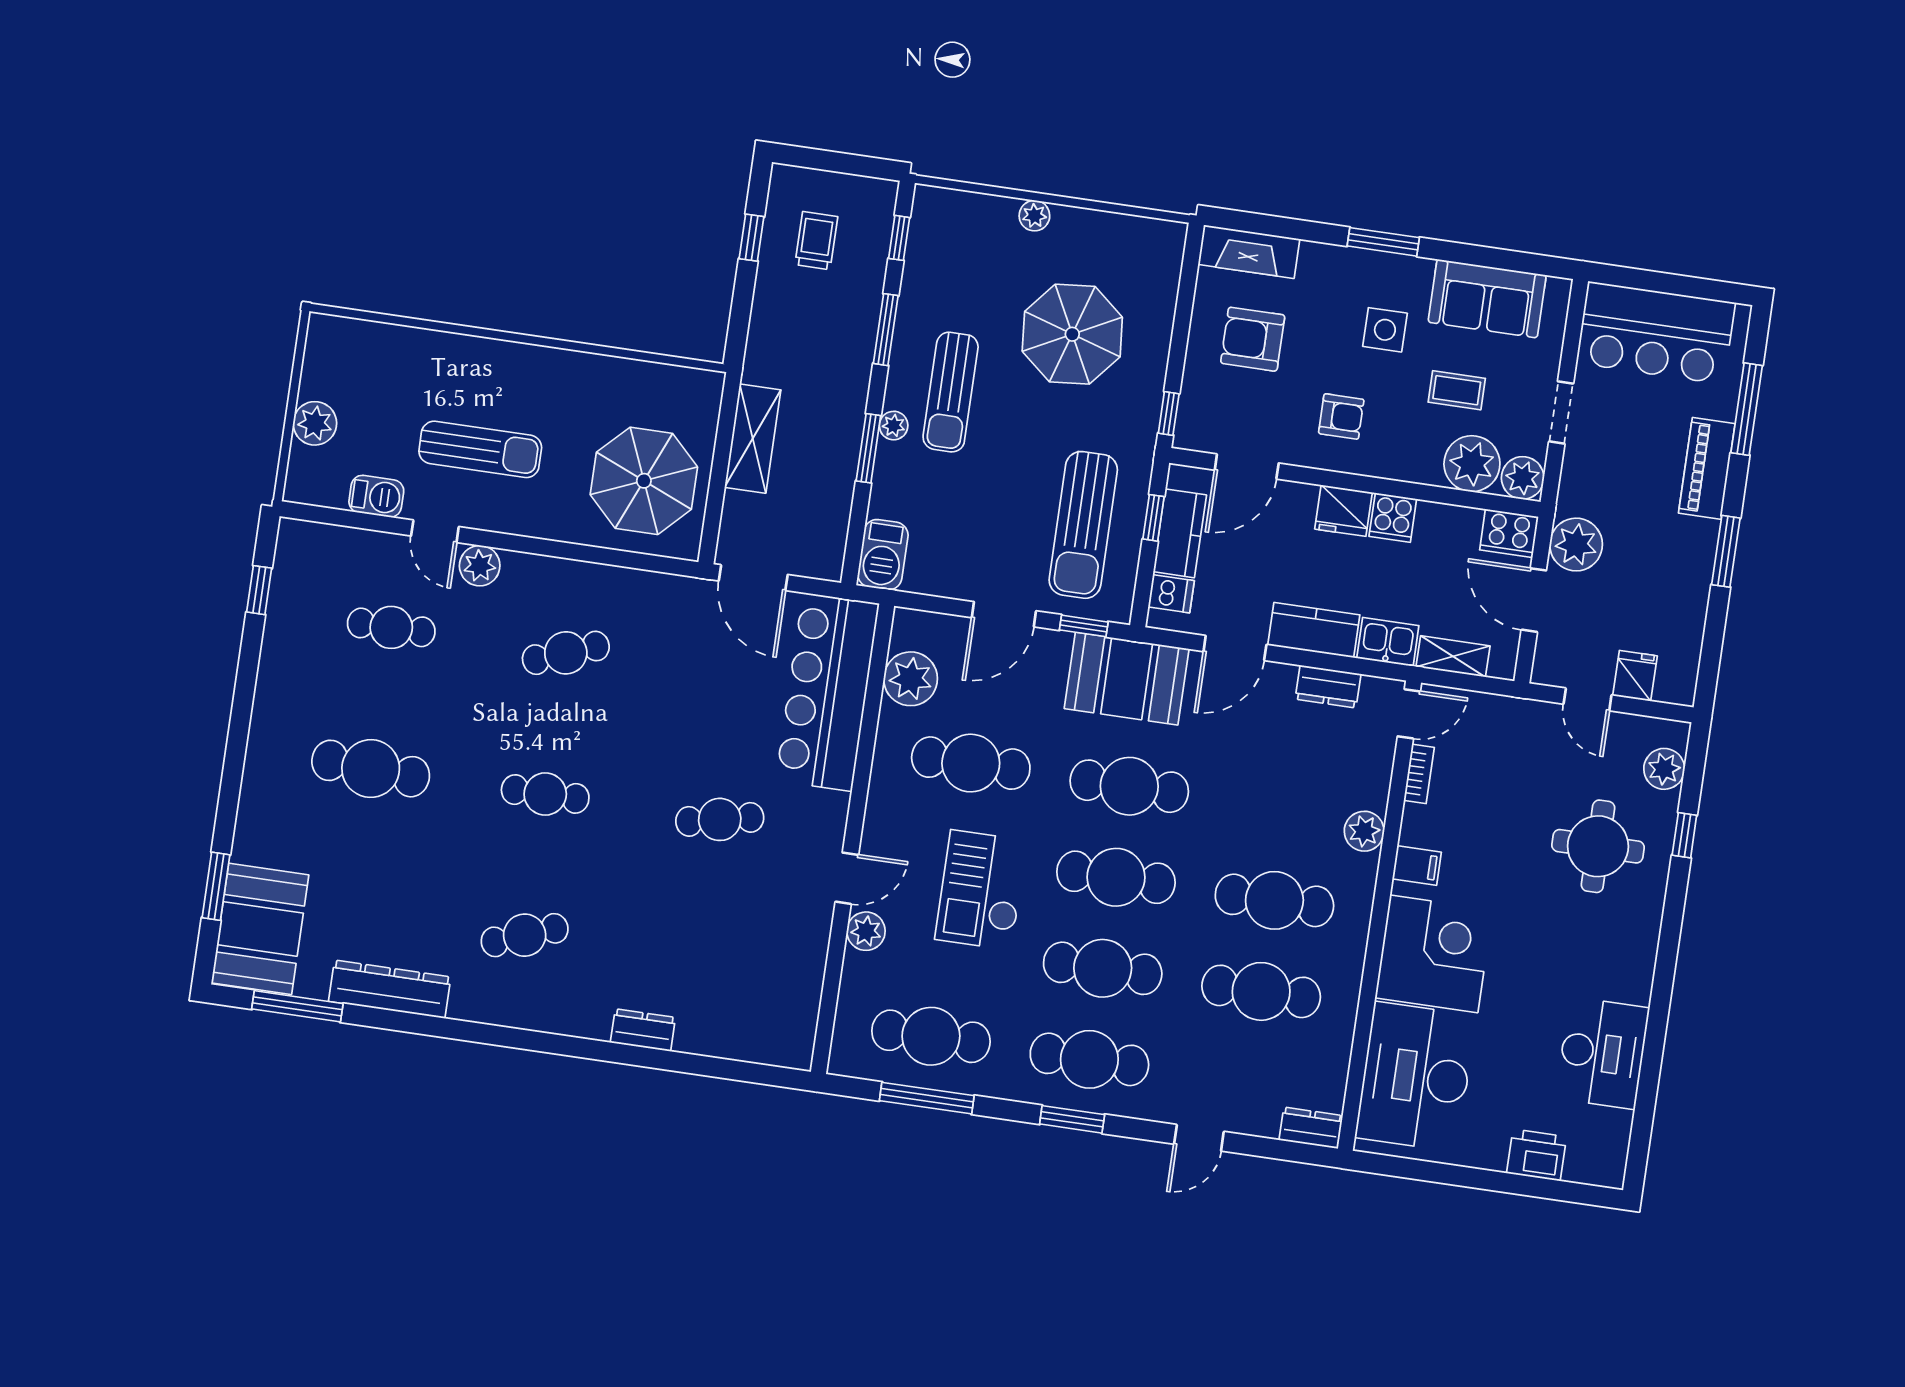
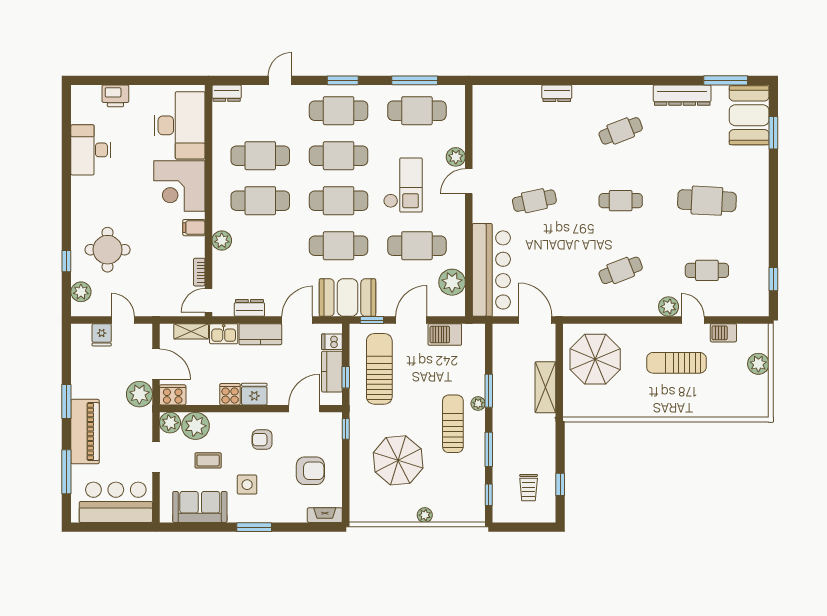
fireplace: (1249, 252) -> (325, 515), width x0.73, depth x0.76
piano: (1707, 468) -> (85, 432), width x1.37, depth x1.33
barbecue: (883, 555) -> (445, 335), moved, turned -90

